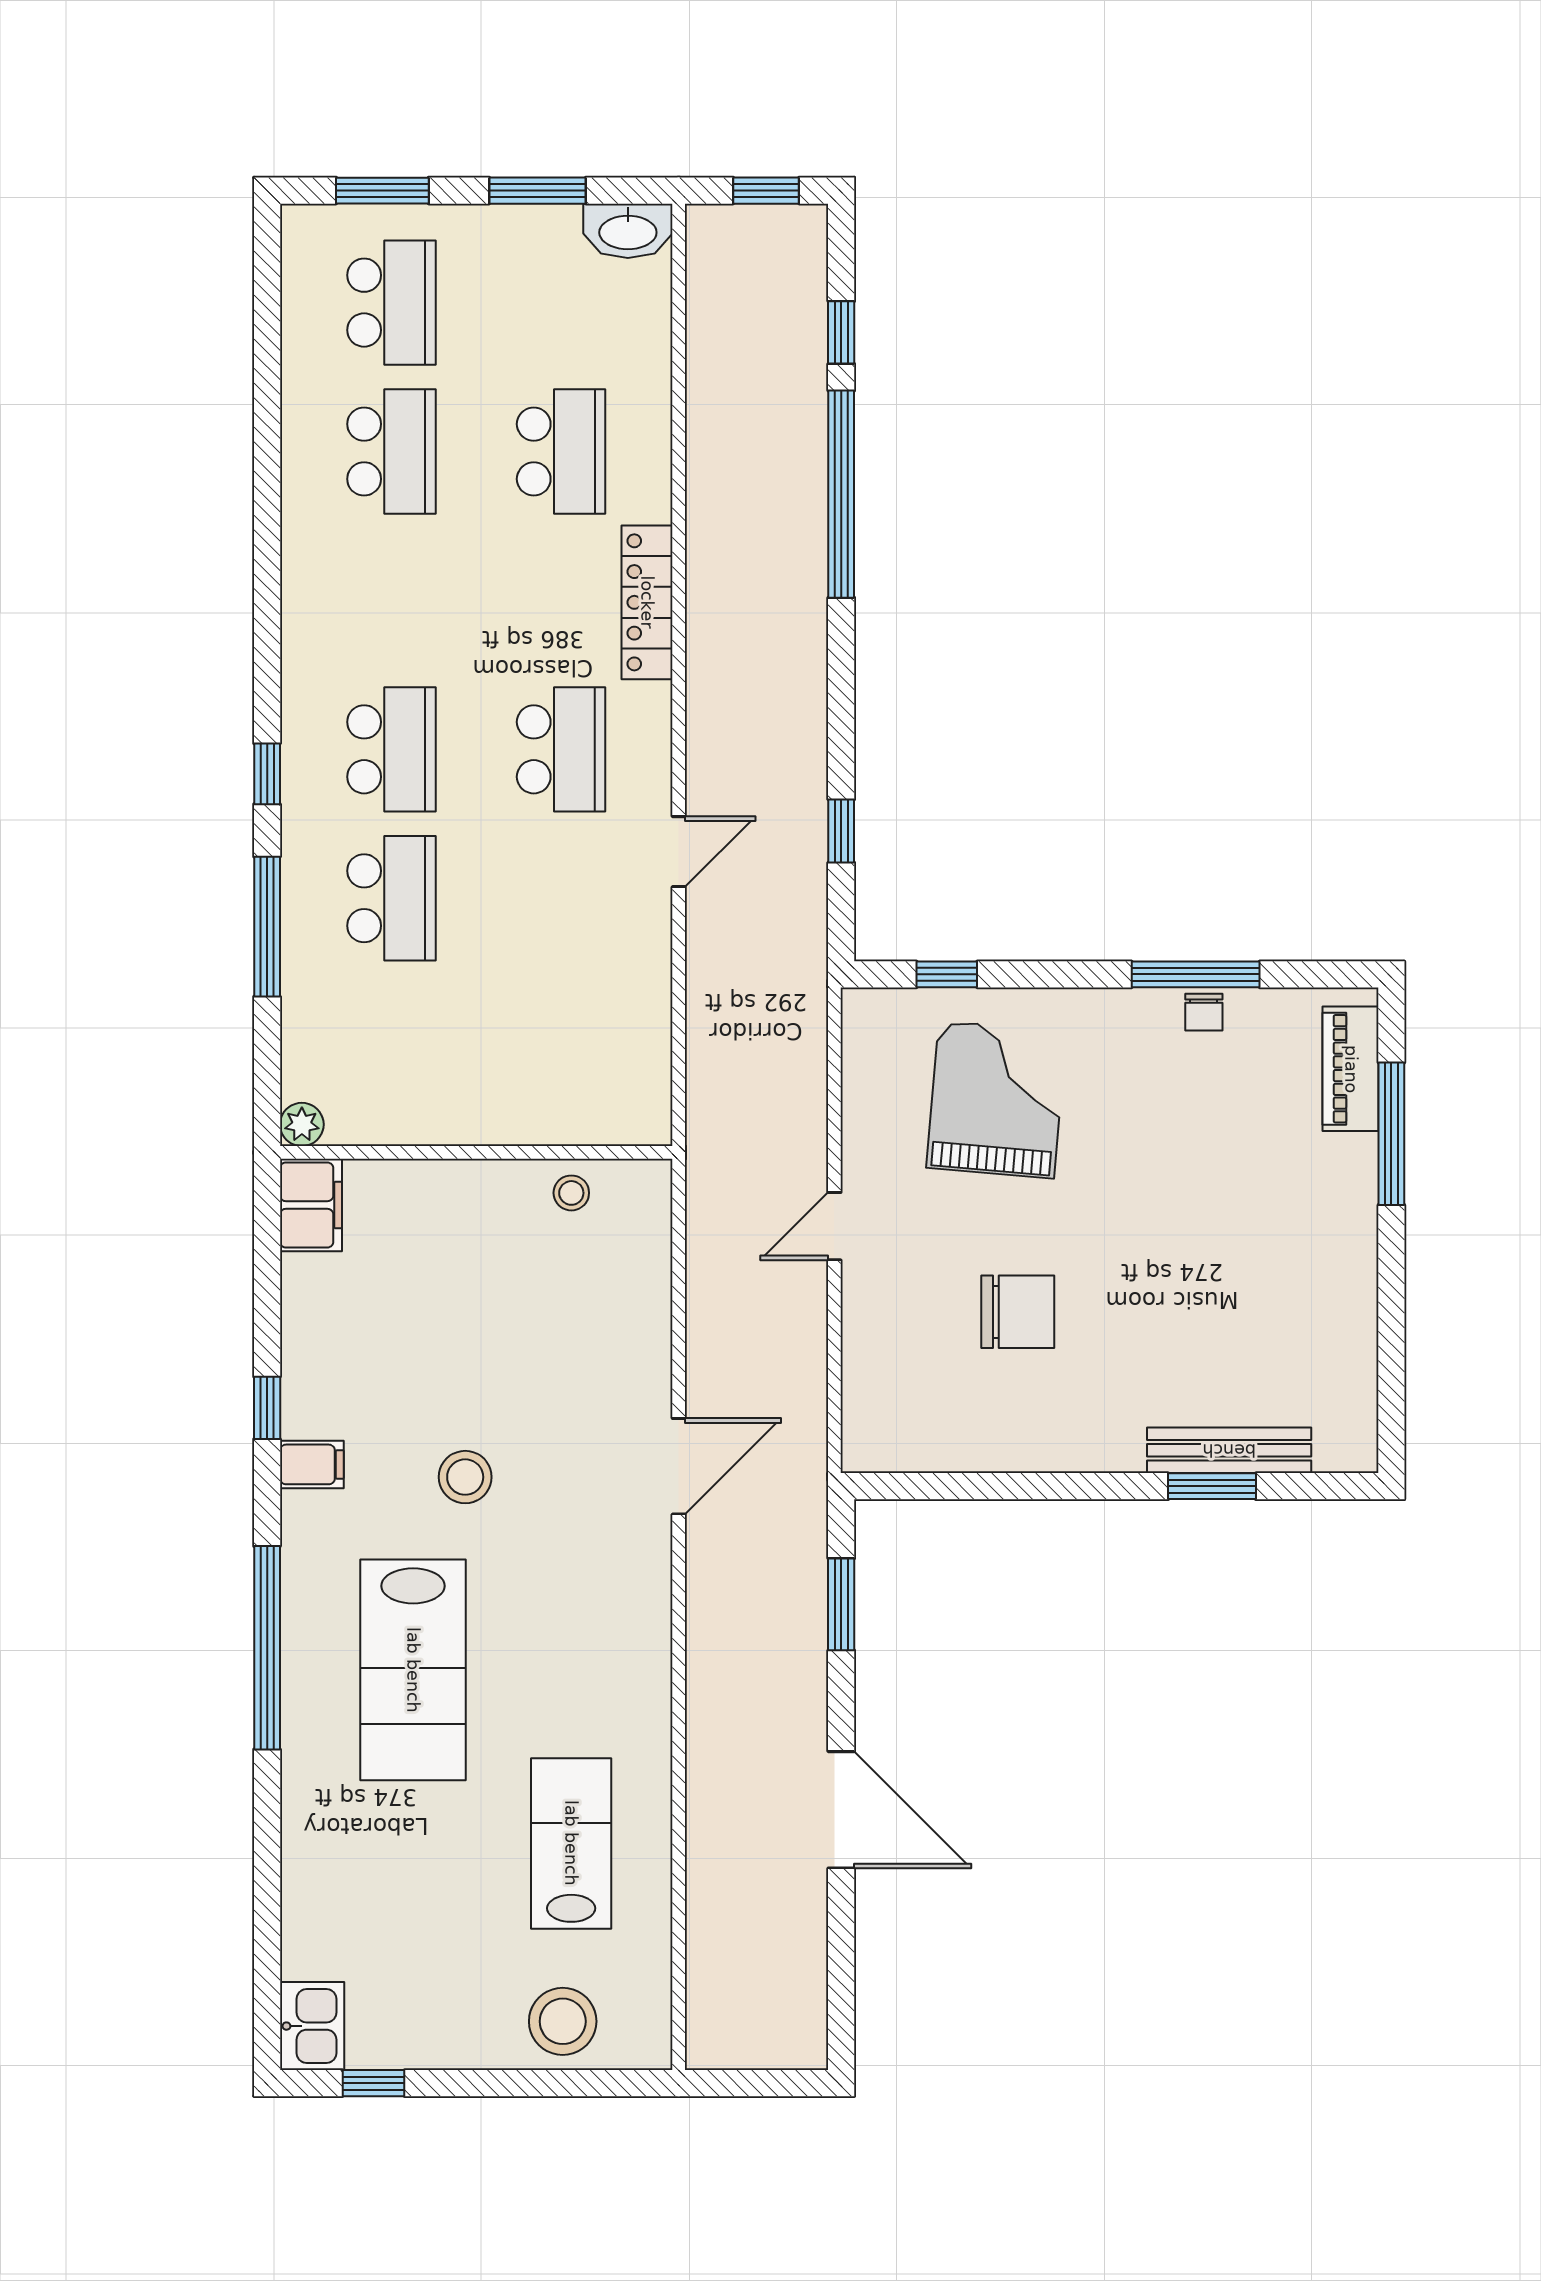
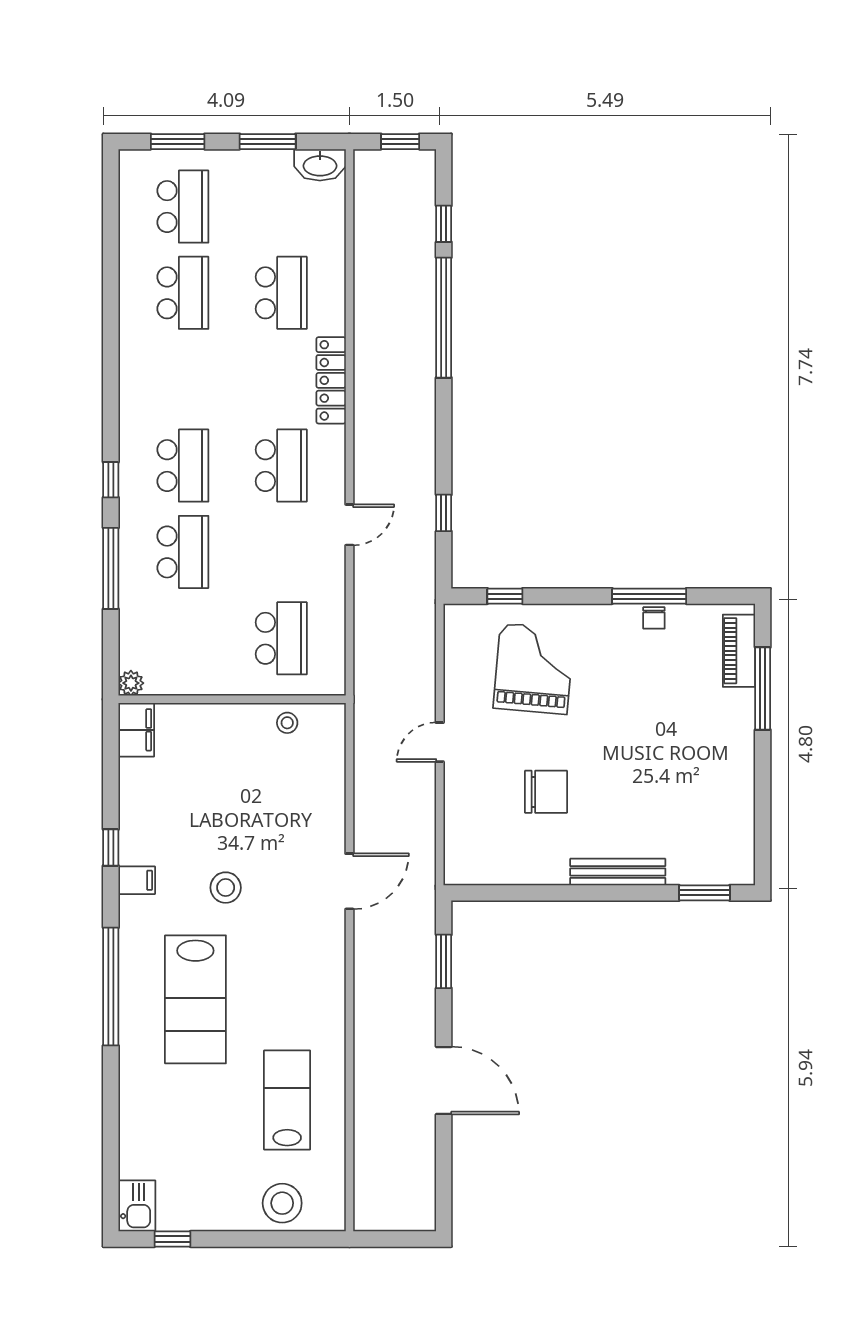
school desk: (561, 1047) -> (281, 638), added
bench: (1229, 1450) -> (618, 872), moved
window: (1212, 1486) -> (704, 893), moved

